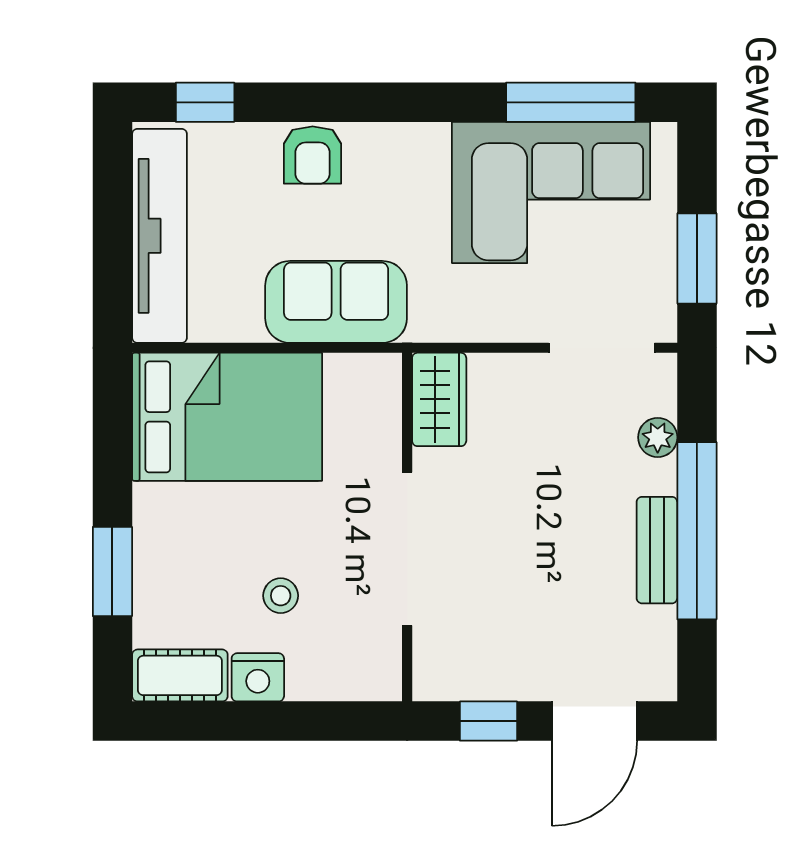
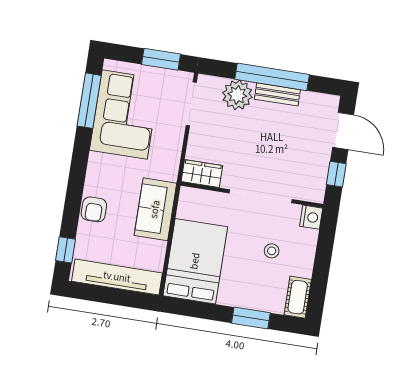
armchair: (313, 155) -> (94, 209), turned 90
plant: (658, 437) -> (237, 95), width x1.88, depth x1.88
nightstand: (258, 677) -> (311, 217), moved

